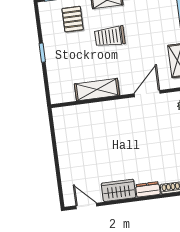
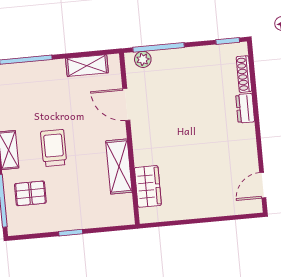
trolley: (110, 36) -> (54, 148), turned 180
wardrobe: (119, 190) -> (148, 186), moved, turned 180

